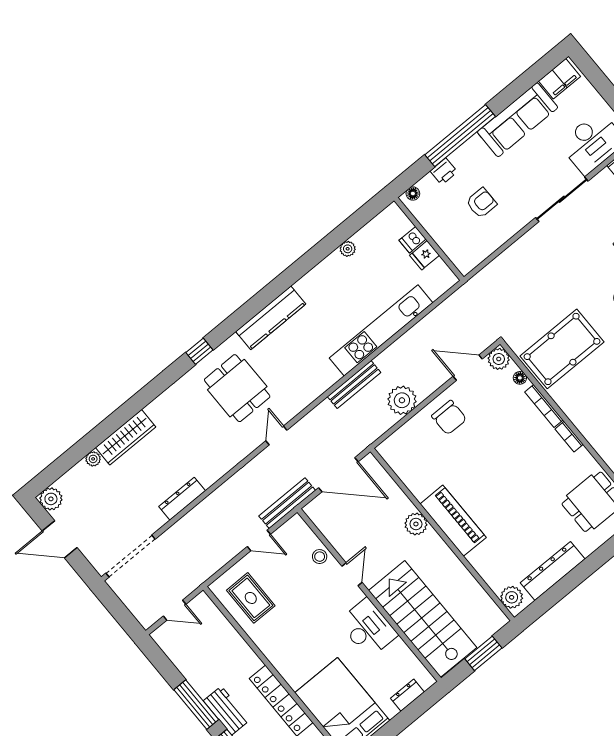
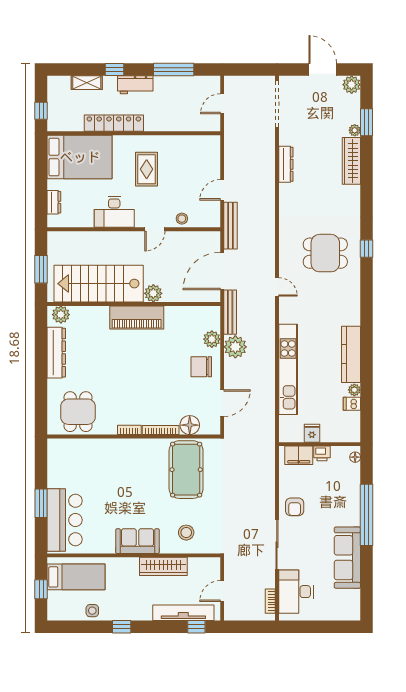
filing cabinet: (559, 79) -> (299, 455), moved, turned -90
printer: (444, 171) -> (322, 453), moved, turned -90
armchair: (481, 203) -> (295, 507), moved
dishwasher: (413, 240) -> (352, 404), moved, turned -90
kitchen counter: (271, 318) -> (351, 354), moved
plant: (499, 359) -> (212, 339), moved
floor lamp: (520, 378) -> (190, 425), width x1.89, depth x1.89
bench: (354, 384) -> (230, 312), moved
door: (276, 435) -> (277, 287), moved
window: (76, 454) -> (367, 122), added
door: (60, 539) -> (323, 70), hinge flipped
door: (352, 574) -> (155, 229), hinge flipped
rug: (251, 598) -> (147, 169), moved, turned 90
stairs: (423, 619) -> (99, 284), moved, turned 180
window: (196, 705) -> (174, 70), moved

